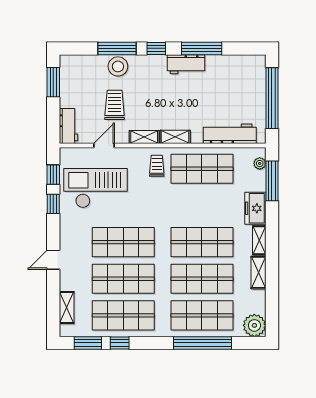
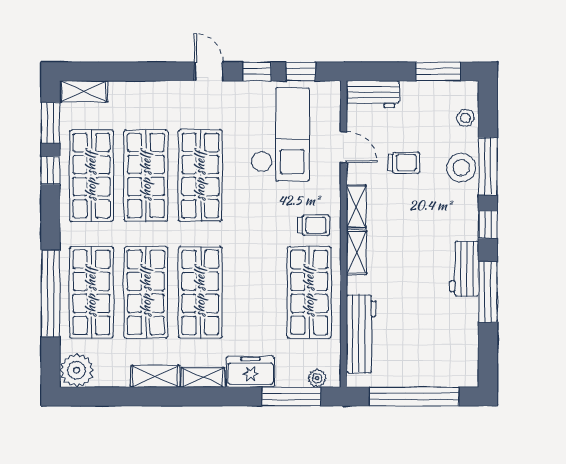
stool: (84, 64) -> (465, 118), added
trolley: (115, 105) -> (404, 163), width x0.73, depth x0.72
door: (53, 260) -> (209, 71), moved
shelving: (67, 307) -> (84, 91), moved

